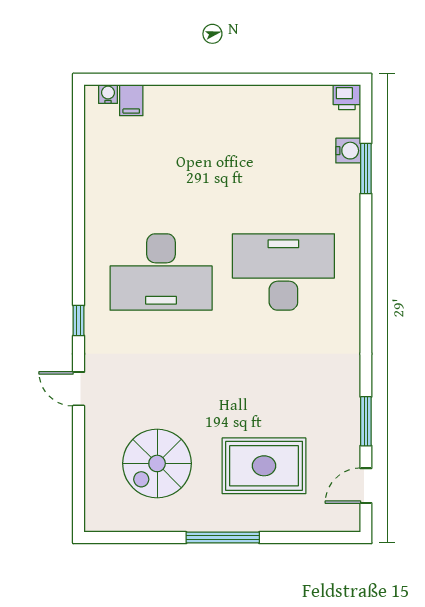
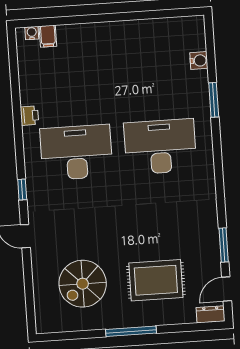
printer: (347, 97) -> (29, 116), moved, turned -90
window: (366, 168) -> (214, 100), moved
desk: (161, 272) -> (76, 152), turned 180
dresser: (340, 521) -> (211, 314), added

